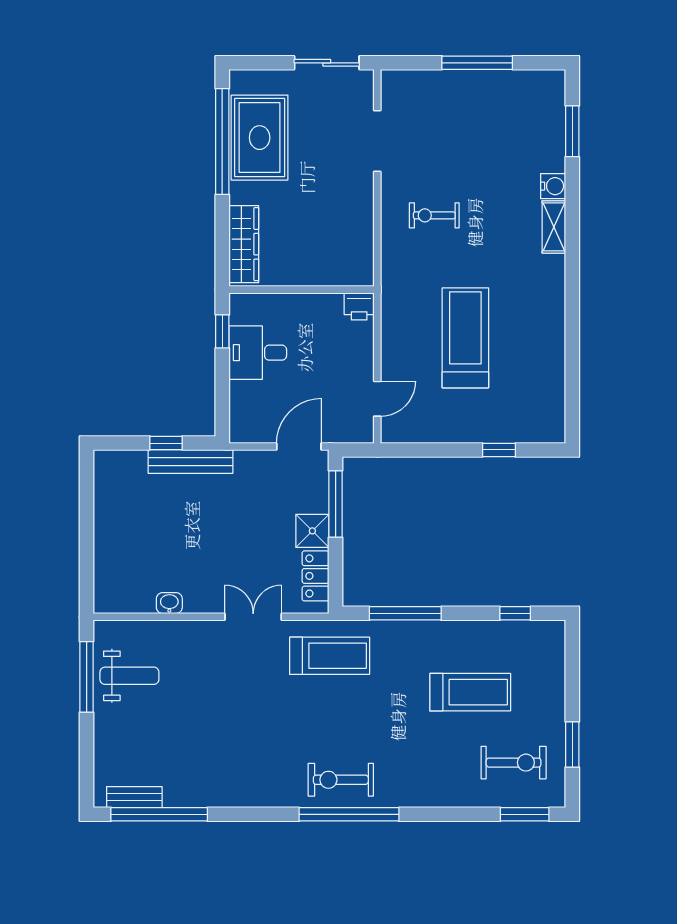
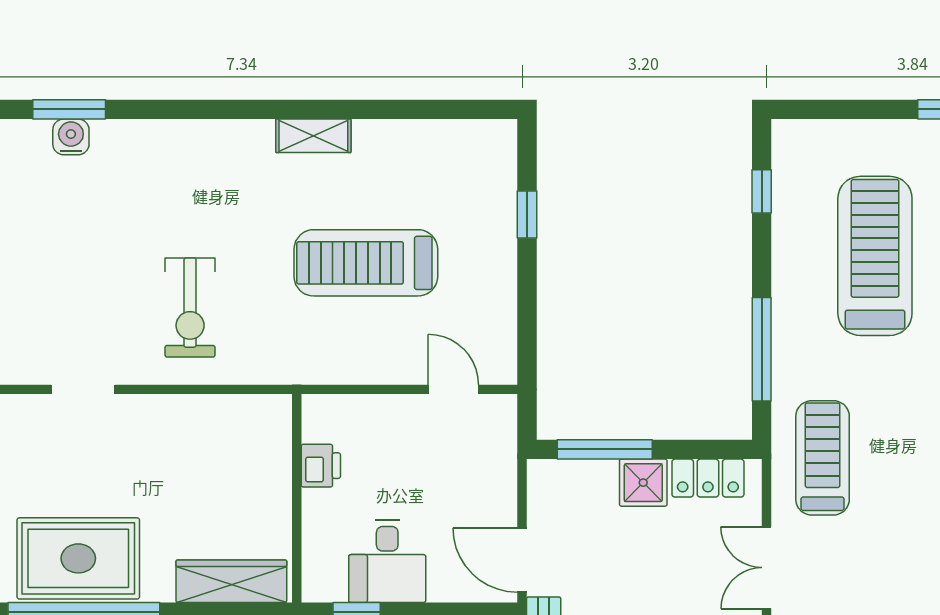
doorway: (377, 141) -> (83, 389), width x0.73
water cooler: (553, 186) -> (71, 137), moved
exercise bike: (434, 215) -> (190, 308), width x1.38, depth x1.39
shelving: (554, 227) -> (313, 136), moved
printer: (359, 306) -> (321, 466), moved
door: (299, 447) -> (522, 560), moved
treadmill: (470, 692) -> (875, 256), width x1.37, depth x1.38

